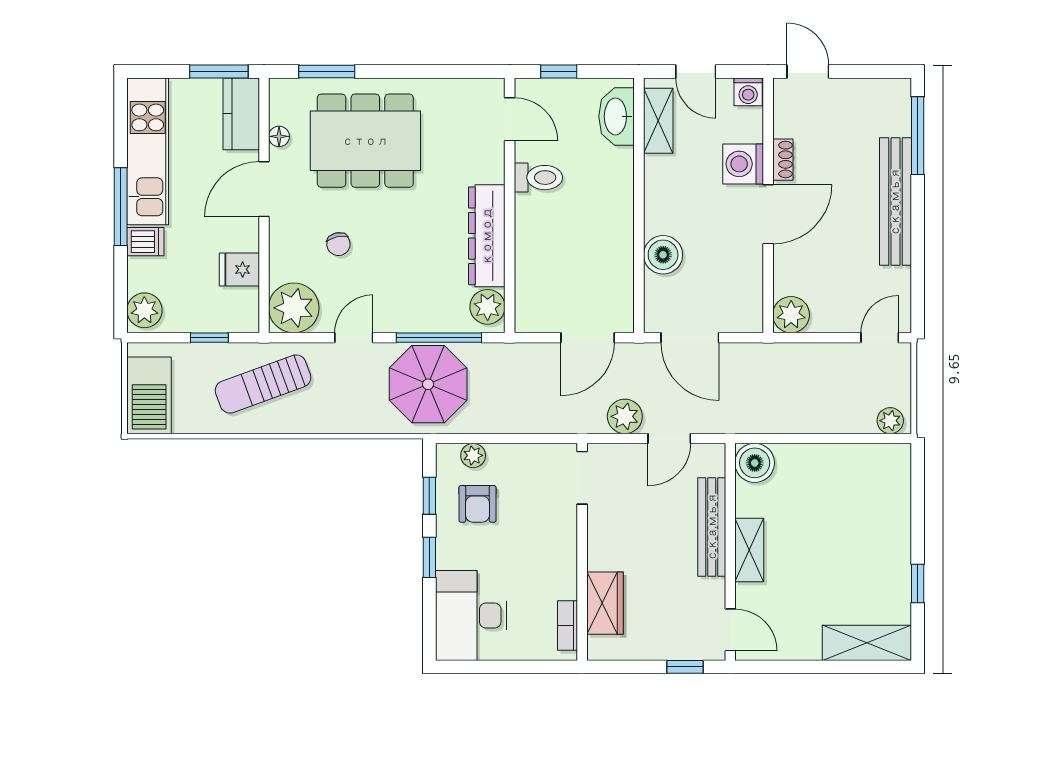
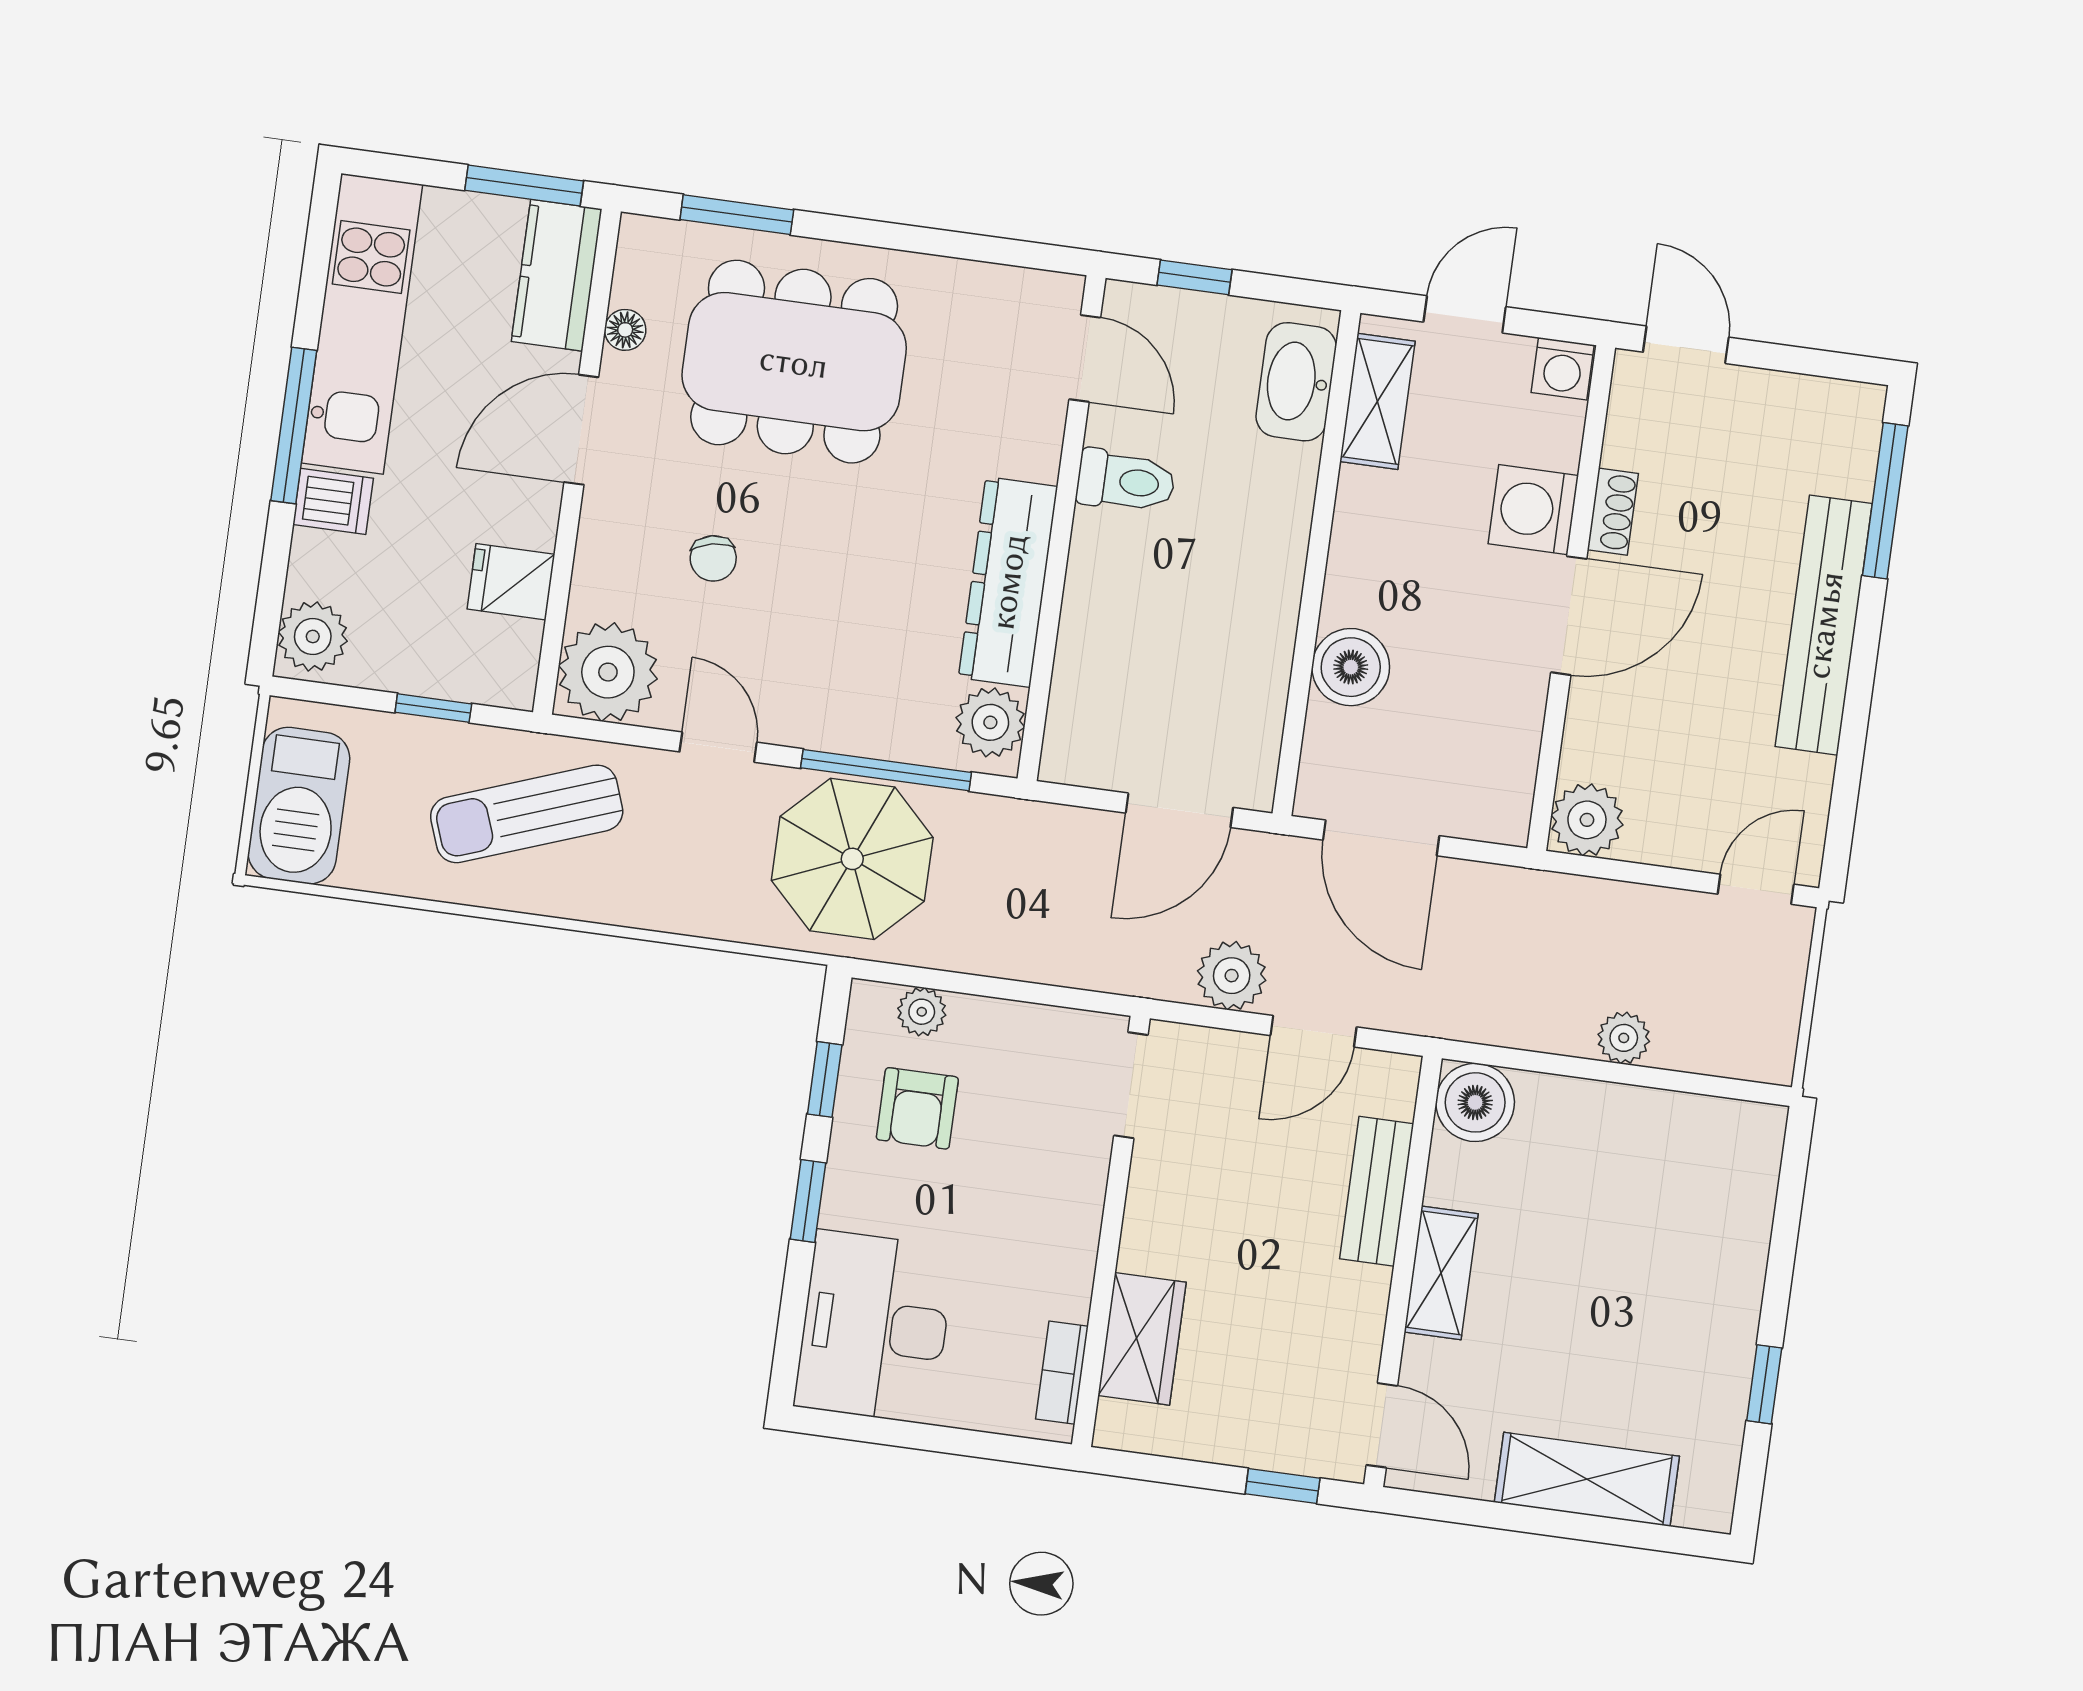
door: (696, 71) -> (1465, 314), swing flipped
door: (354, 338) -> (718, 747), hinge flipped
plant: (890, 421) -> (1624, 1038), moved
bench: (712, 527) -> (1377, 1191), width x0.73
shelving: (867, 643) -> (1587, 1479), moved

